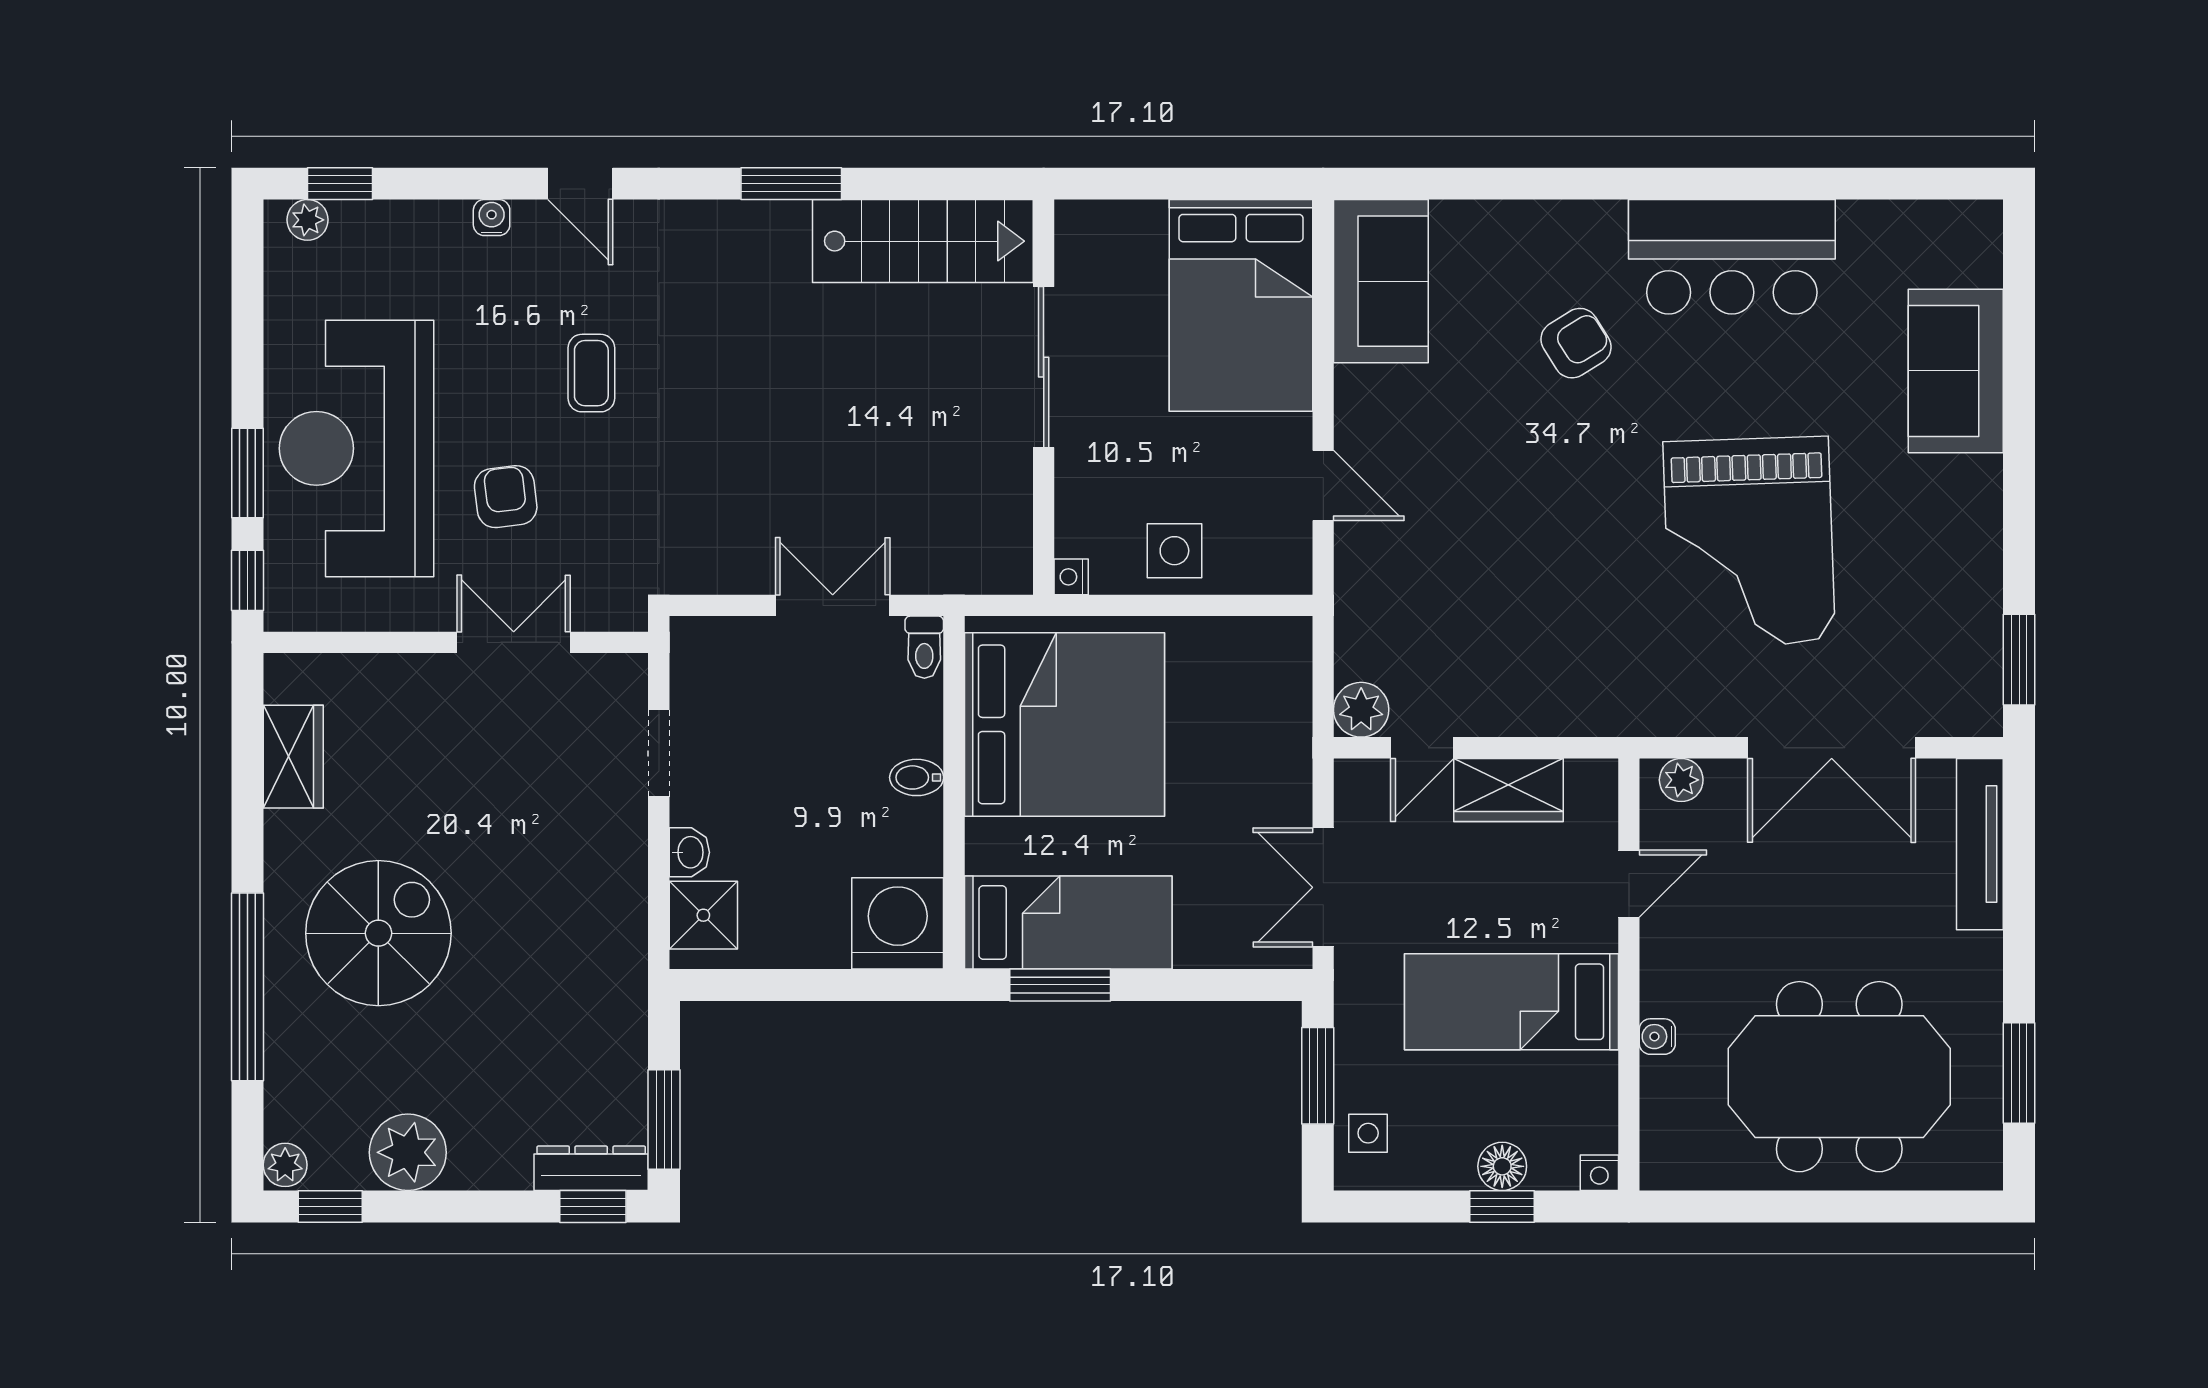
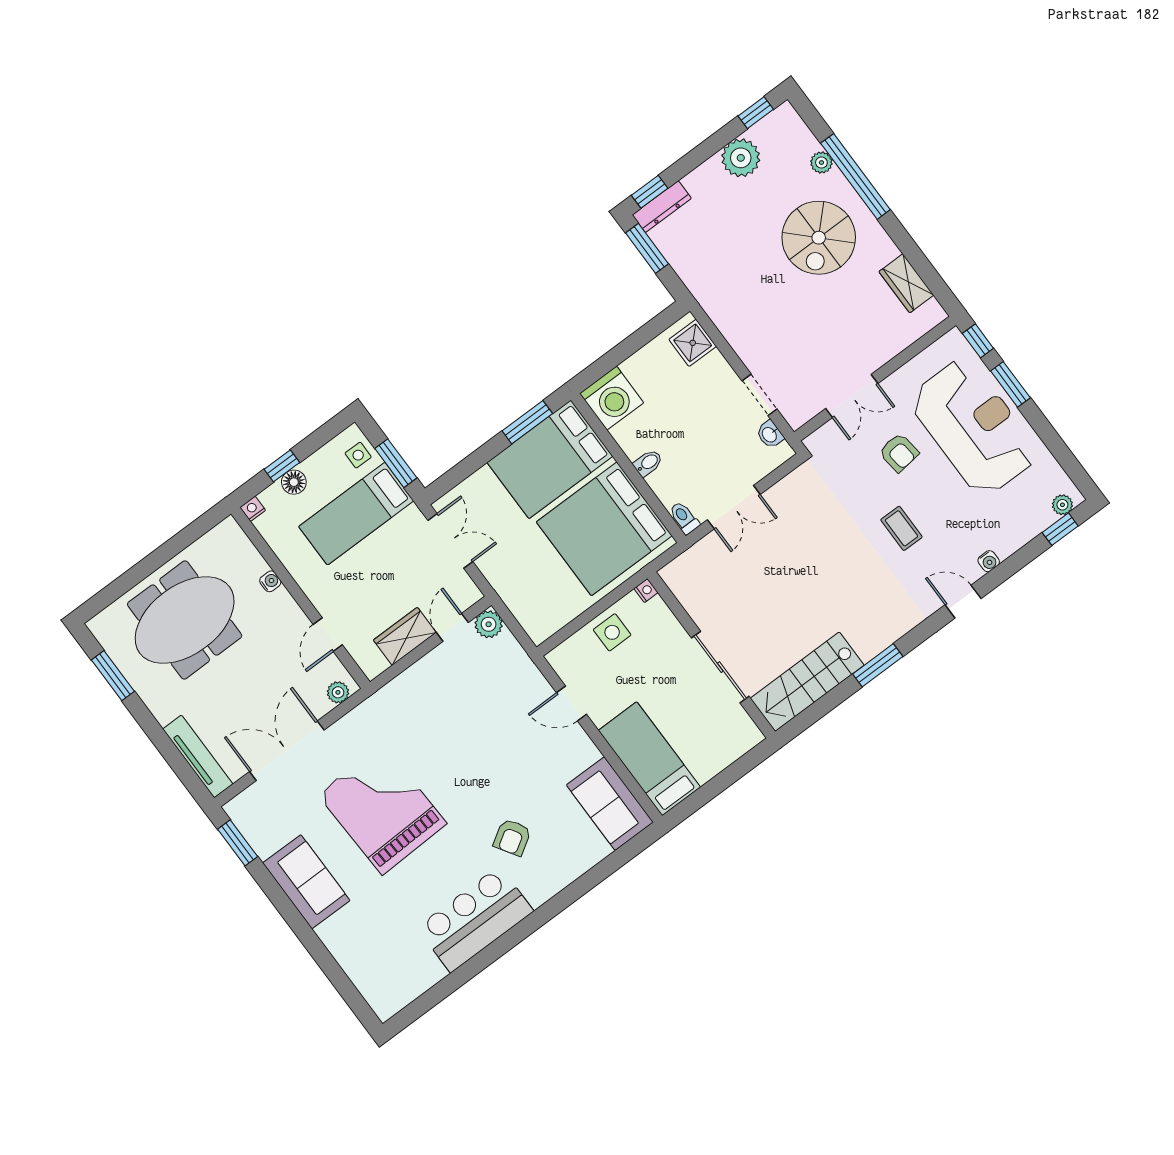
bed: (1241, 305) -> (649, 759), width x0.67
sofa: (1956, 371) -> (306, 882), moved
washbasin: (689, 852) -> (770, 434), moved
bed: (1068, 923) -> (550, 459), width x1.50
bed: (1511, 1002) -> (356, 514), moved, turned 180
plant: (285, 1165) -> (821, 163), moved

